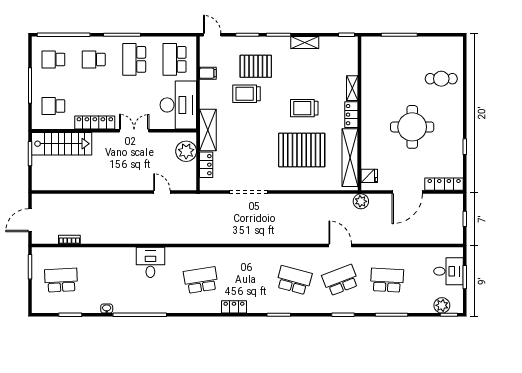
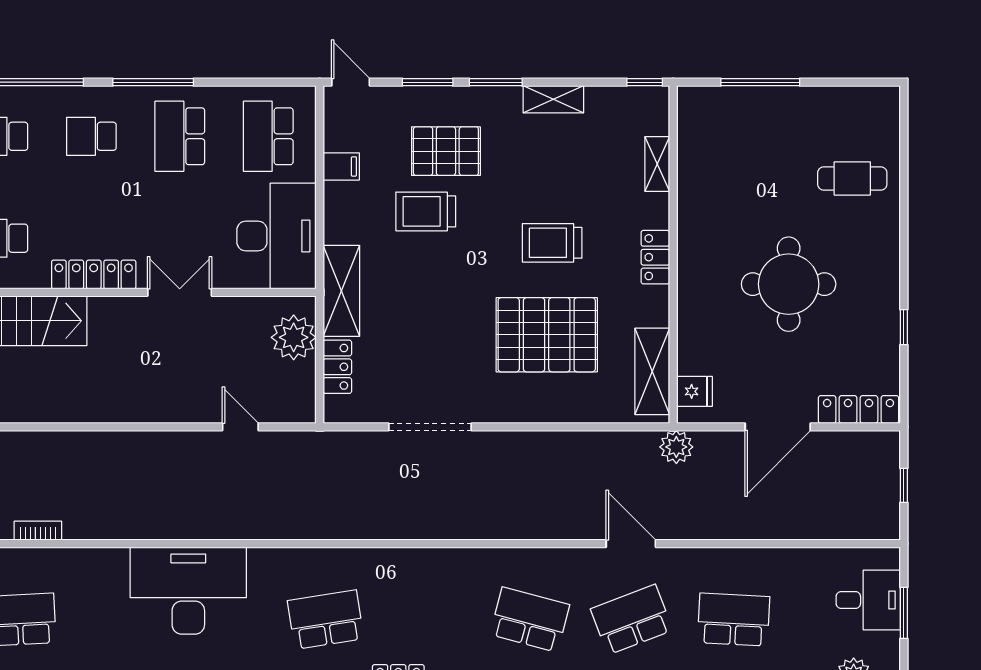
shelving: (352, 88) -> (657, 164), moved
shelving: (350, 158) -> (652, 371), width x0.68
desk: (150, 262) -> (188, 591), width x1.87, depth x1.30

